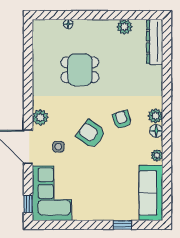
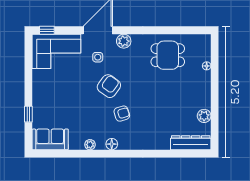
dining table: (80, 70) -> (168, 55), moved, turned 90
plant: (155, 116) -> (125, 143), removed
sofa: (151, 193) -> (50, 139), width x0.73

